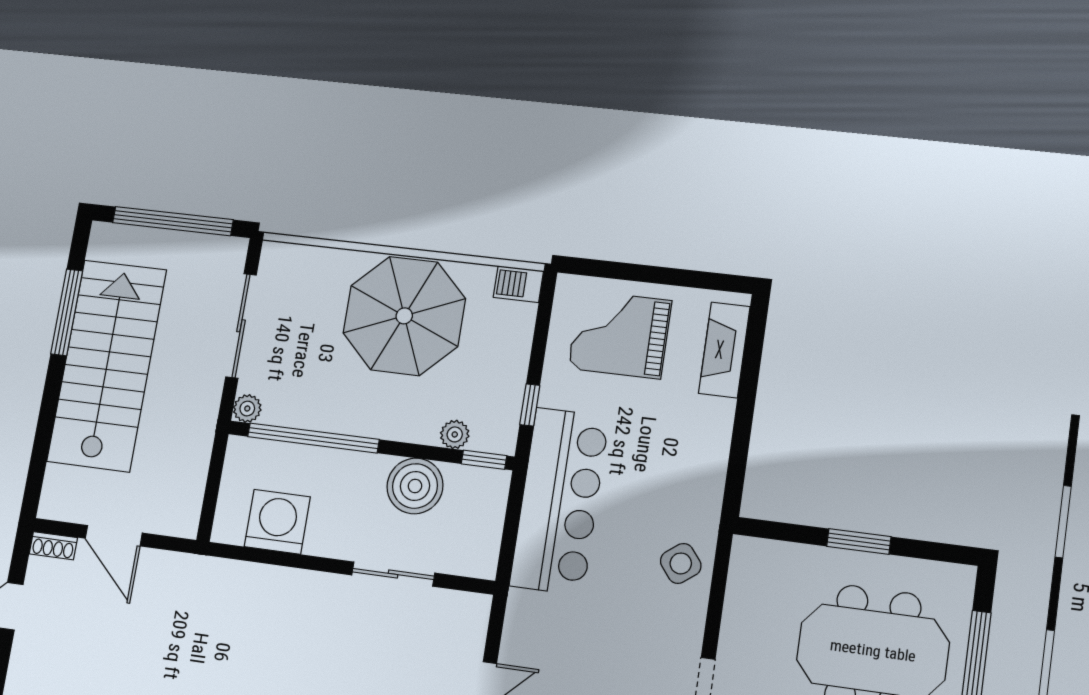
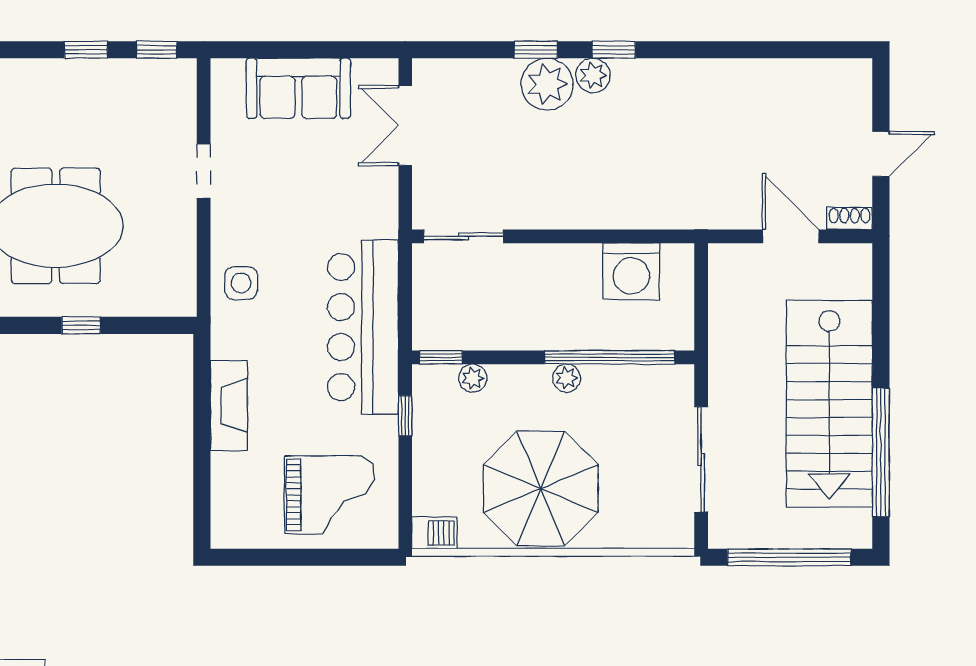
window: (67, 312) -> (881, 452), width x1.46
fireplace: (724, 350) -> (229, 406), moved
plant: (247, 409) -> (566, 378), moved
boiler: (415, 486) -> (503, 323), removed
window: (859, 541) -> (81, 325), width x0.67
side table: (681, 563) -> (241, 283), turned 38
sliding door: (393, 574) -> (464, 236), moved

